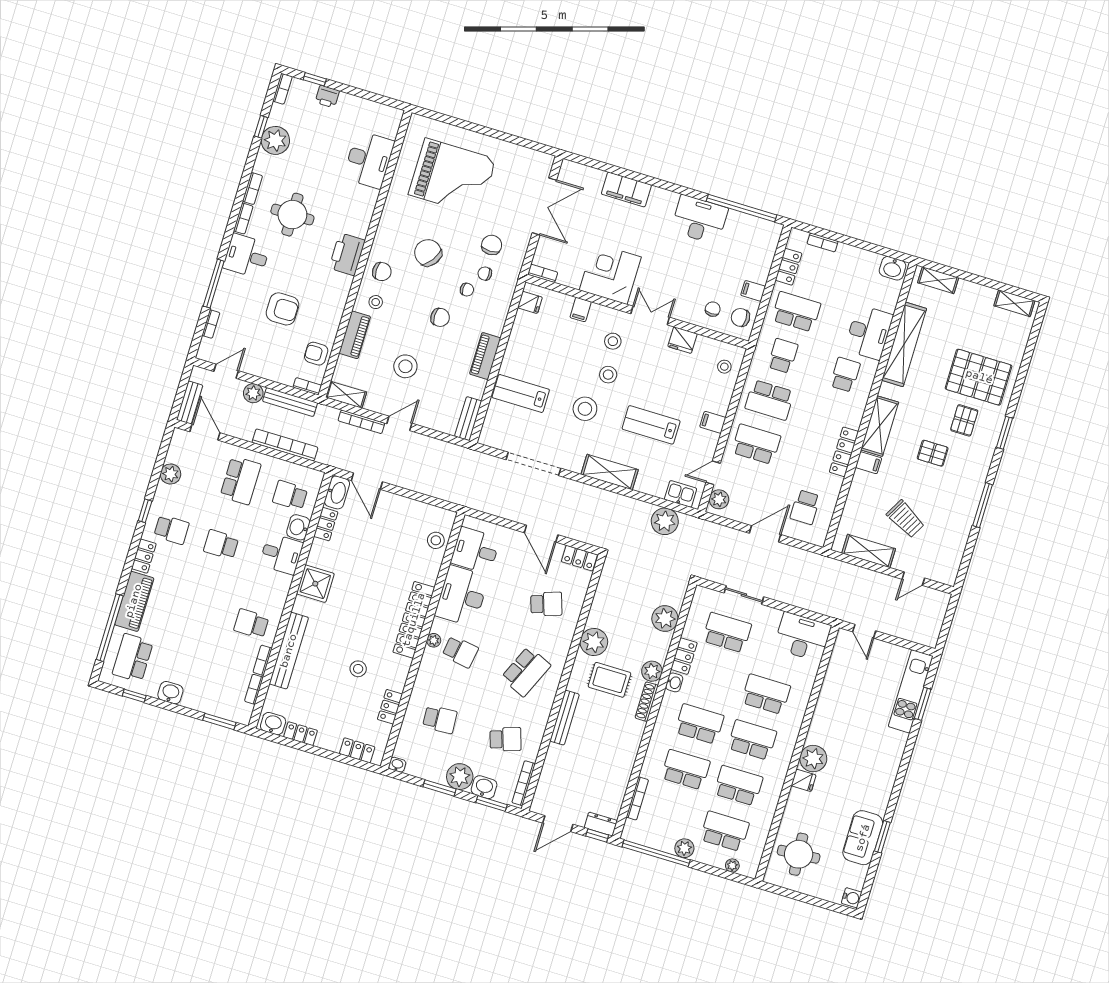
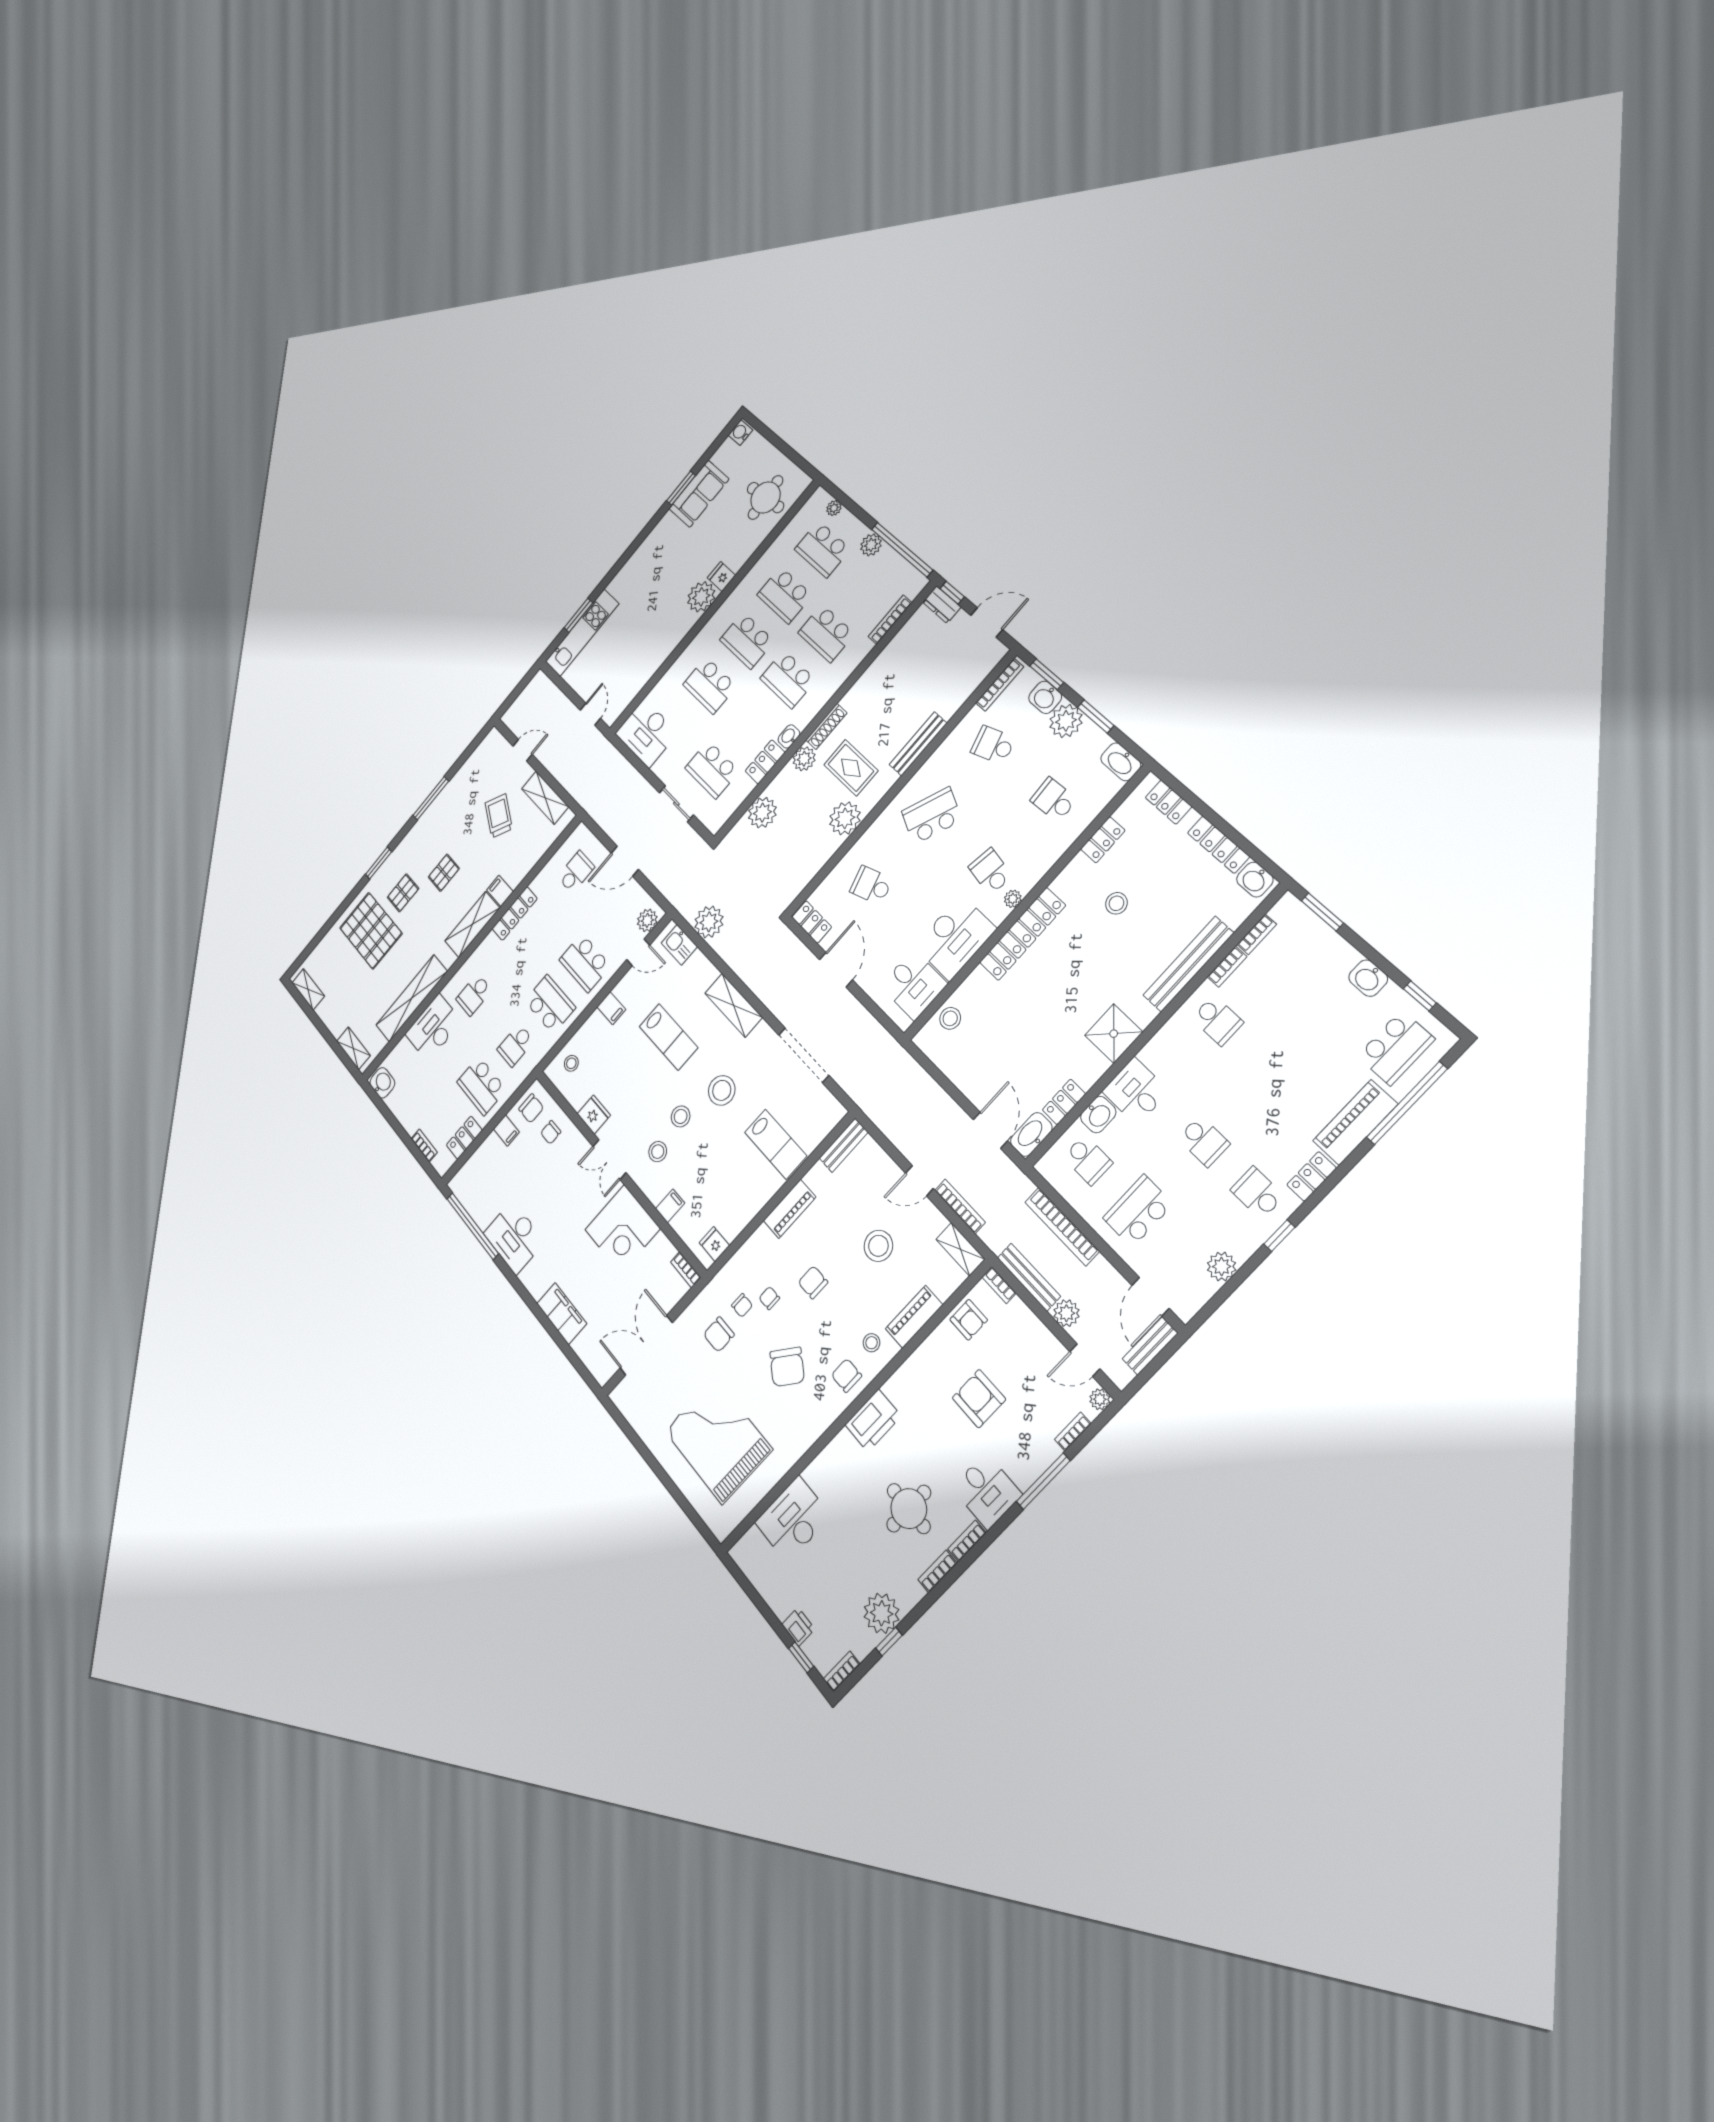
plant: (204, 353) -> (1100, 1399), added
pallet: (933, 453) -> (444, 873), turned 90
locker: (301, 734) -> (1218, 845), width x1.53
washbasin: (397, 765) -> (1121, 762), width x1.91, depth x1.45

